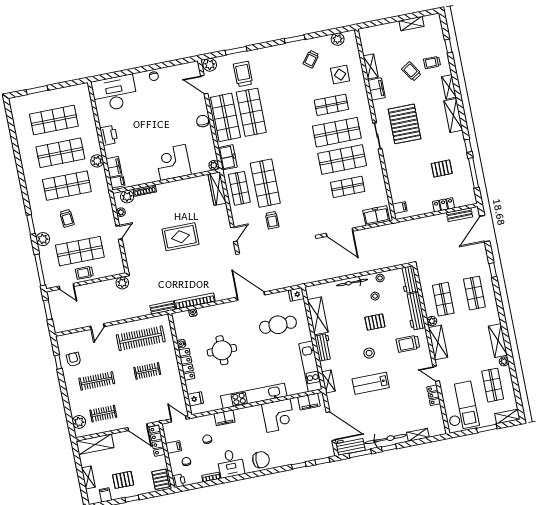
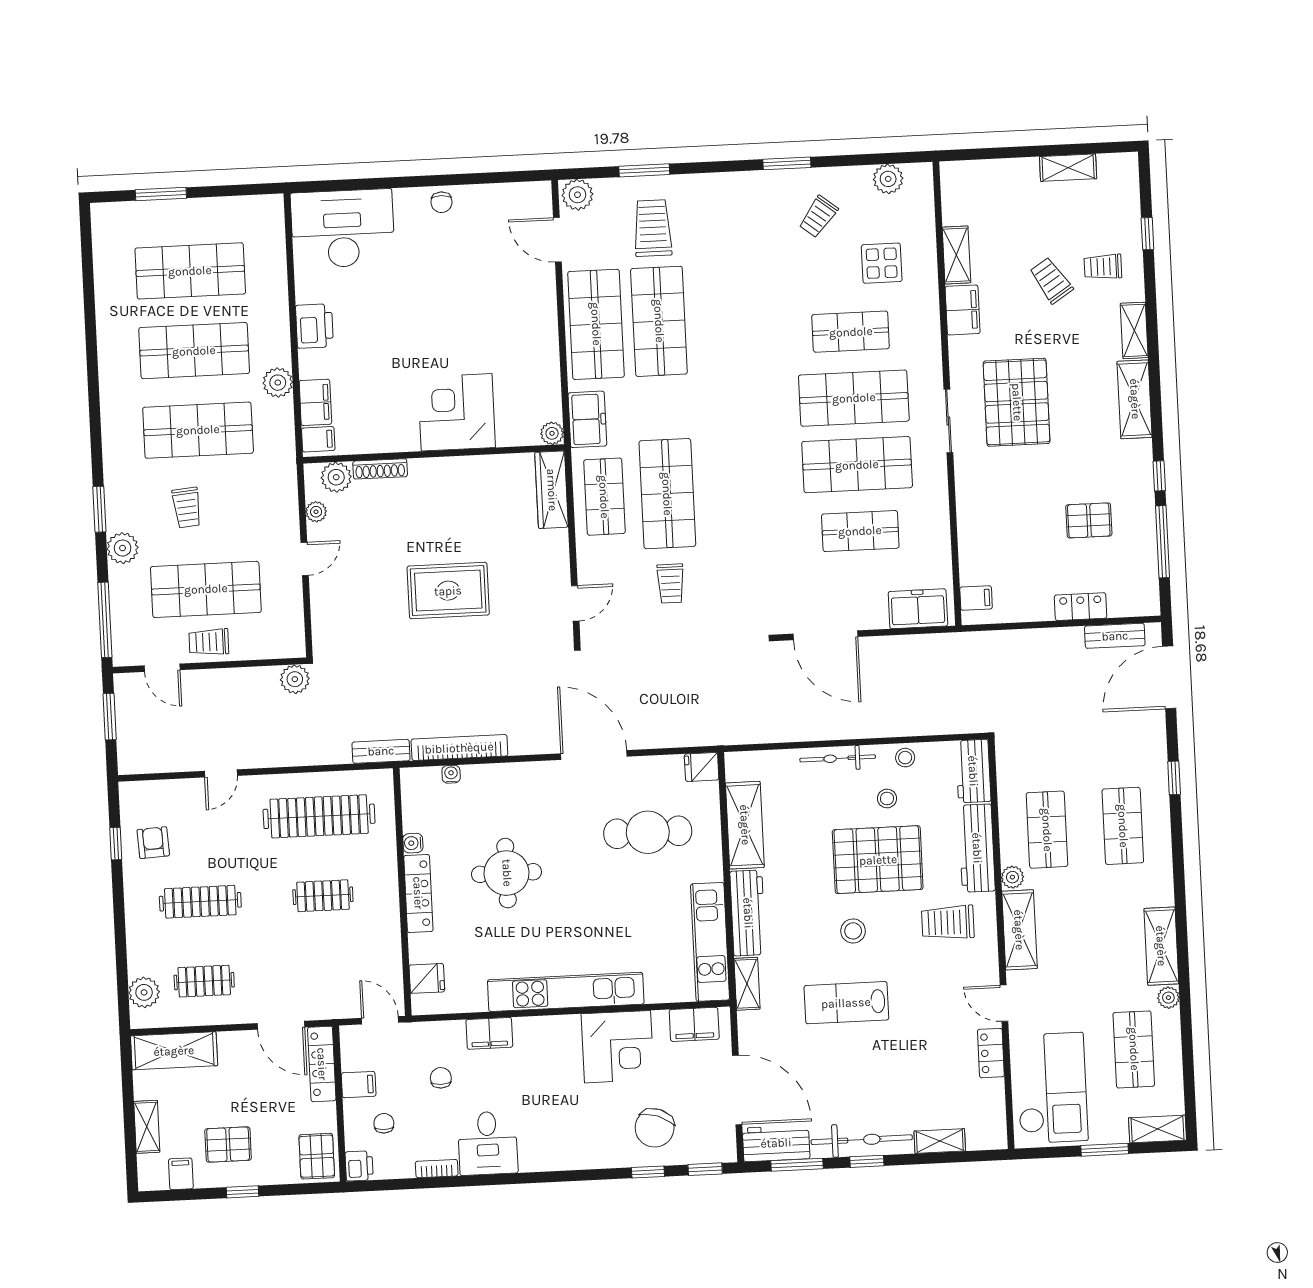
chair: (203, 121) -> (541, 325), removed
pallet: (375, 322) -> (878, 860), width x2.05, depth x2.00
workbench: (323, 347) -> (748, 913), width x1.38
chair: (261, 460) -> (655, 1128), moved, turned 110

